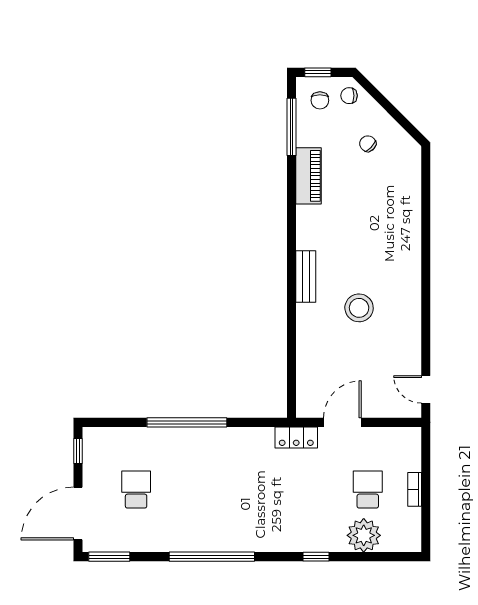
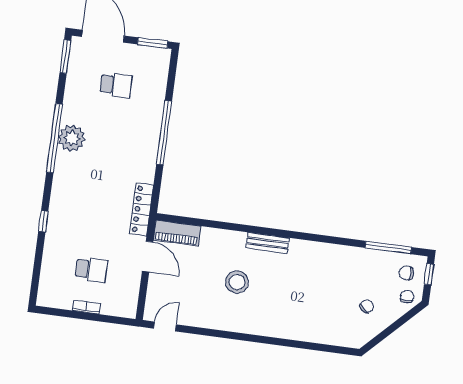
piano: (309, 176) -> (177, 233), moved
locker: (296, 437) -> (142, 209), width x1.53
window: (78, 451) -> (153, 43), width x1.50
plant: (364, 535) -> (72, 138), moved

